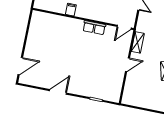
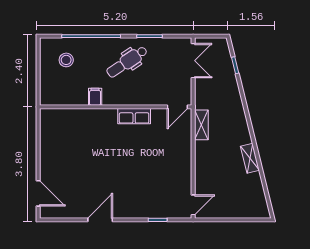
door: (128, 65) -> (193, 205), moved
door: (20, 66) -> (38, 193), hinge flipped

